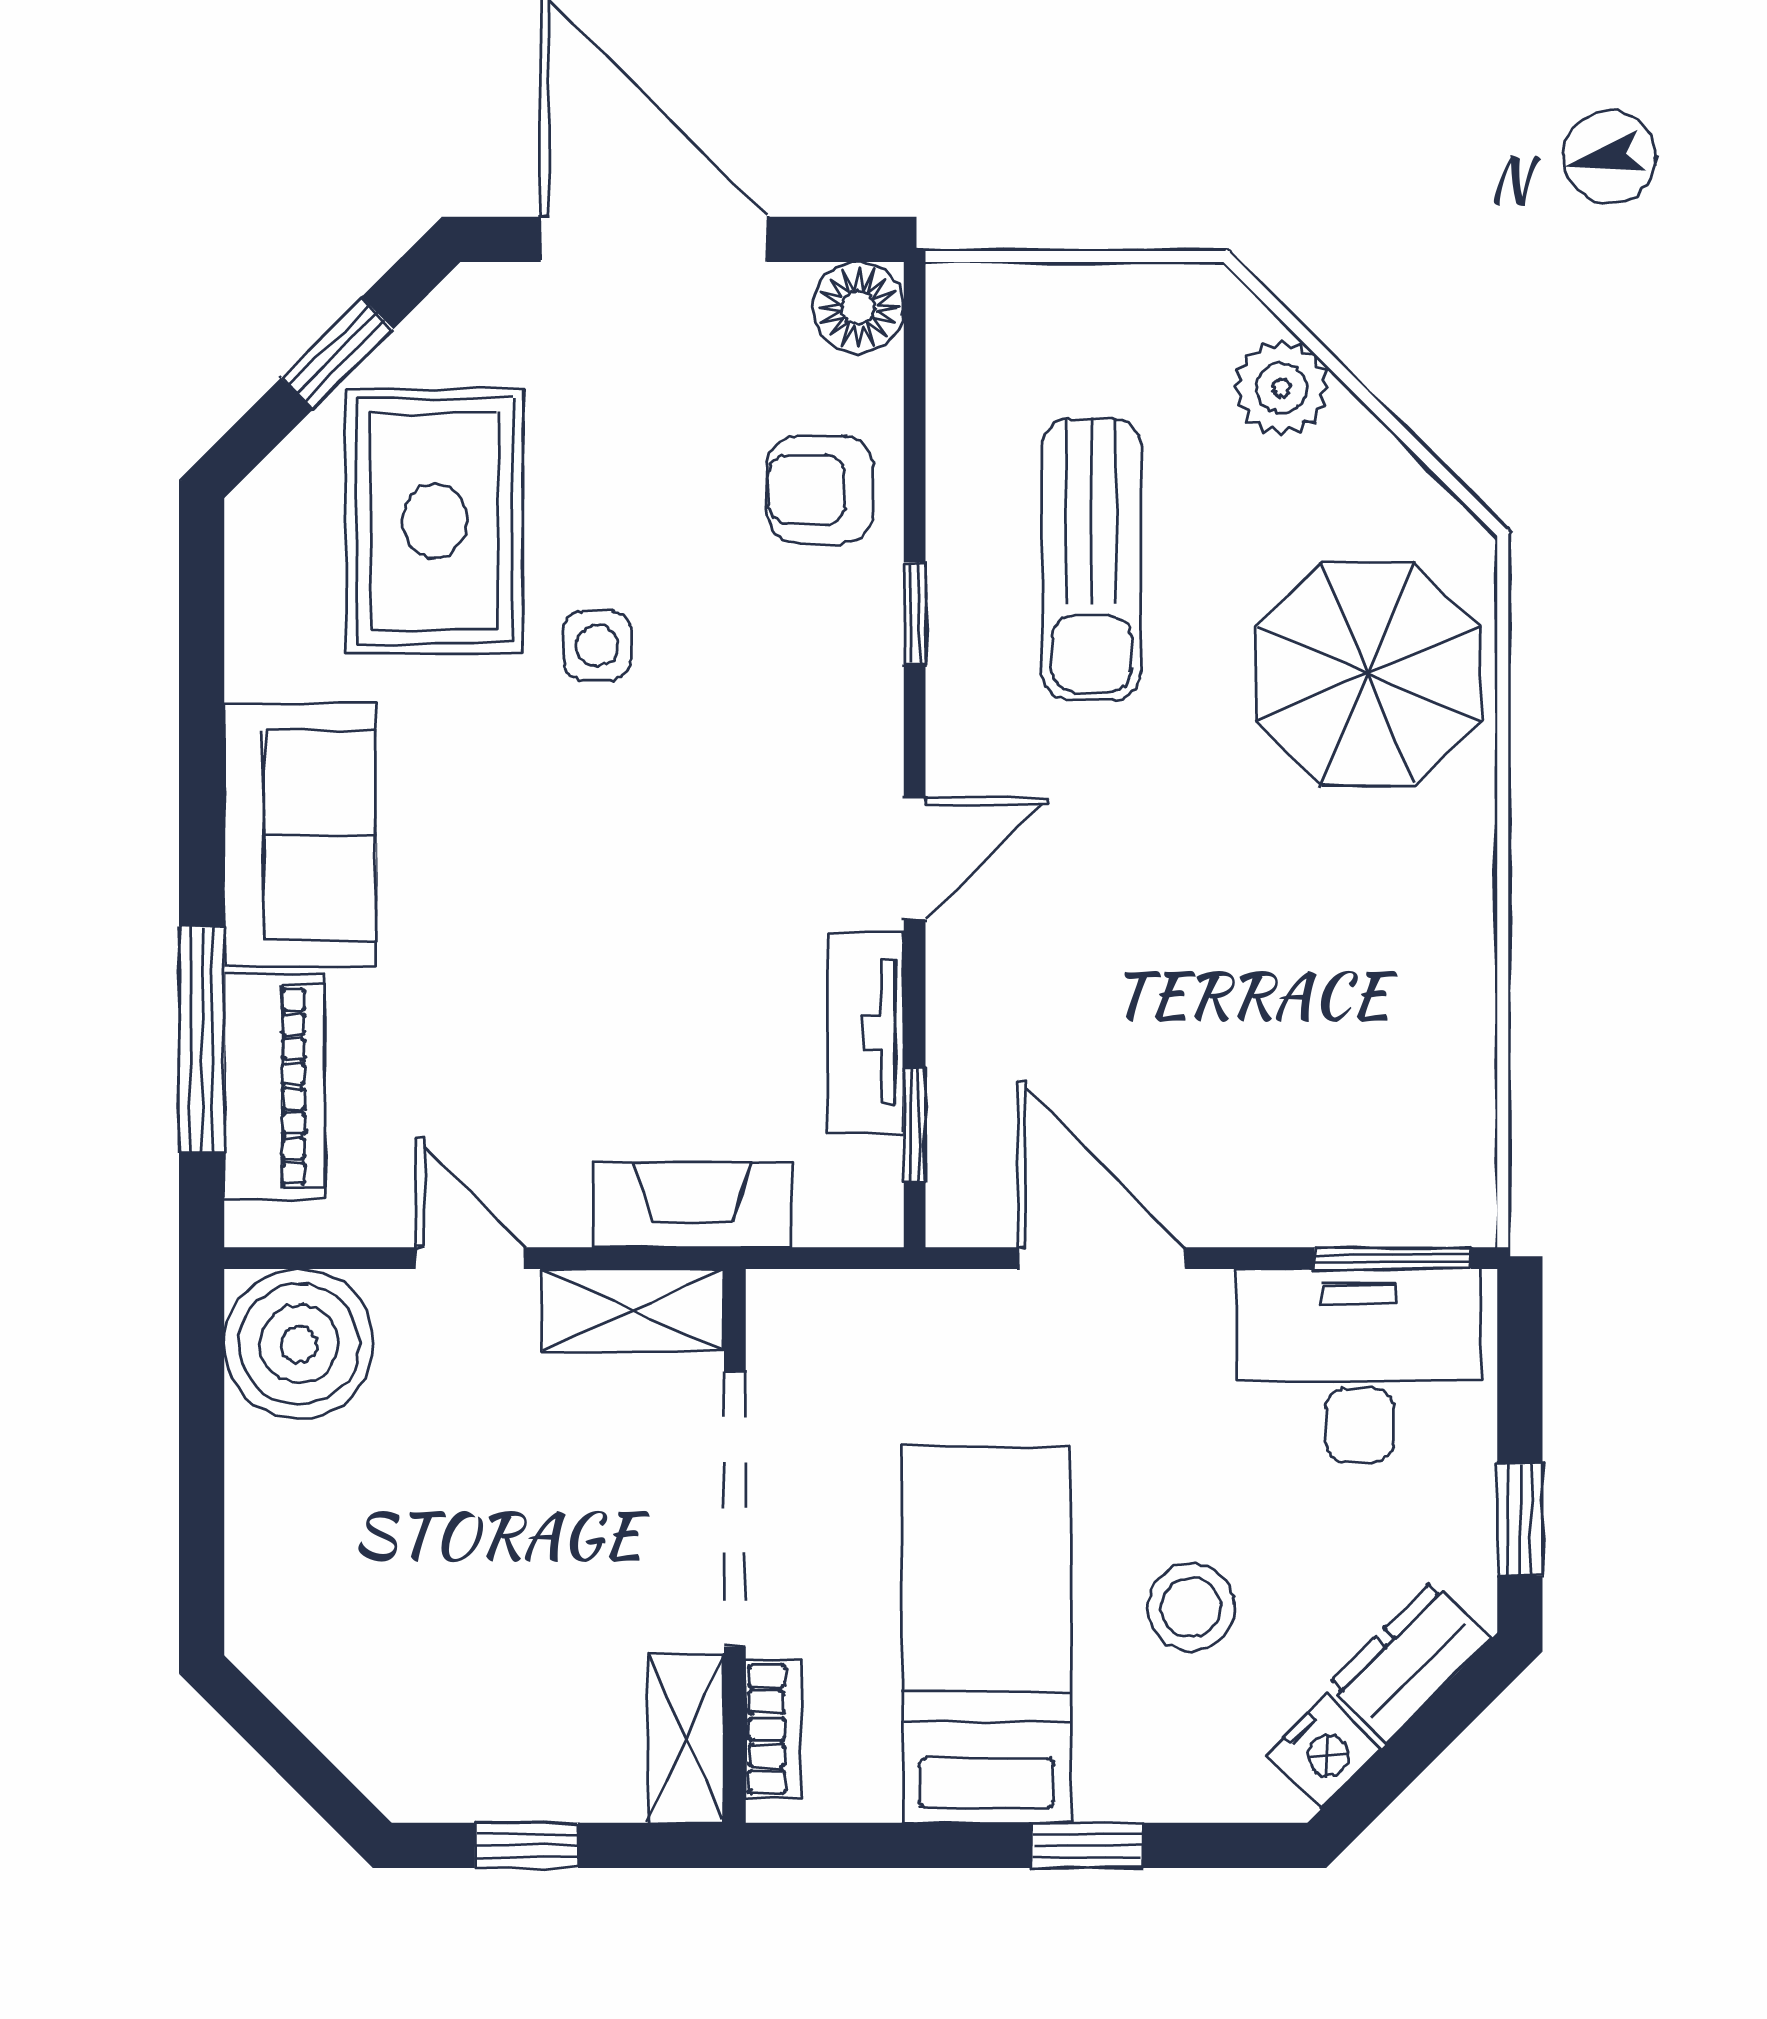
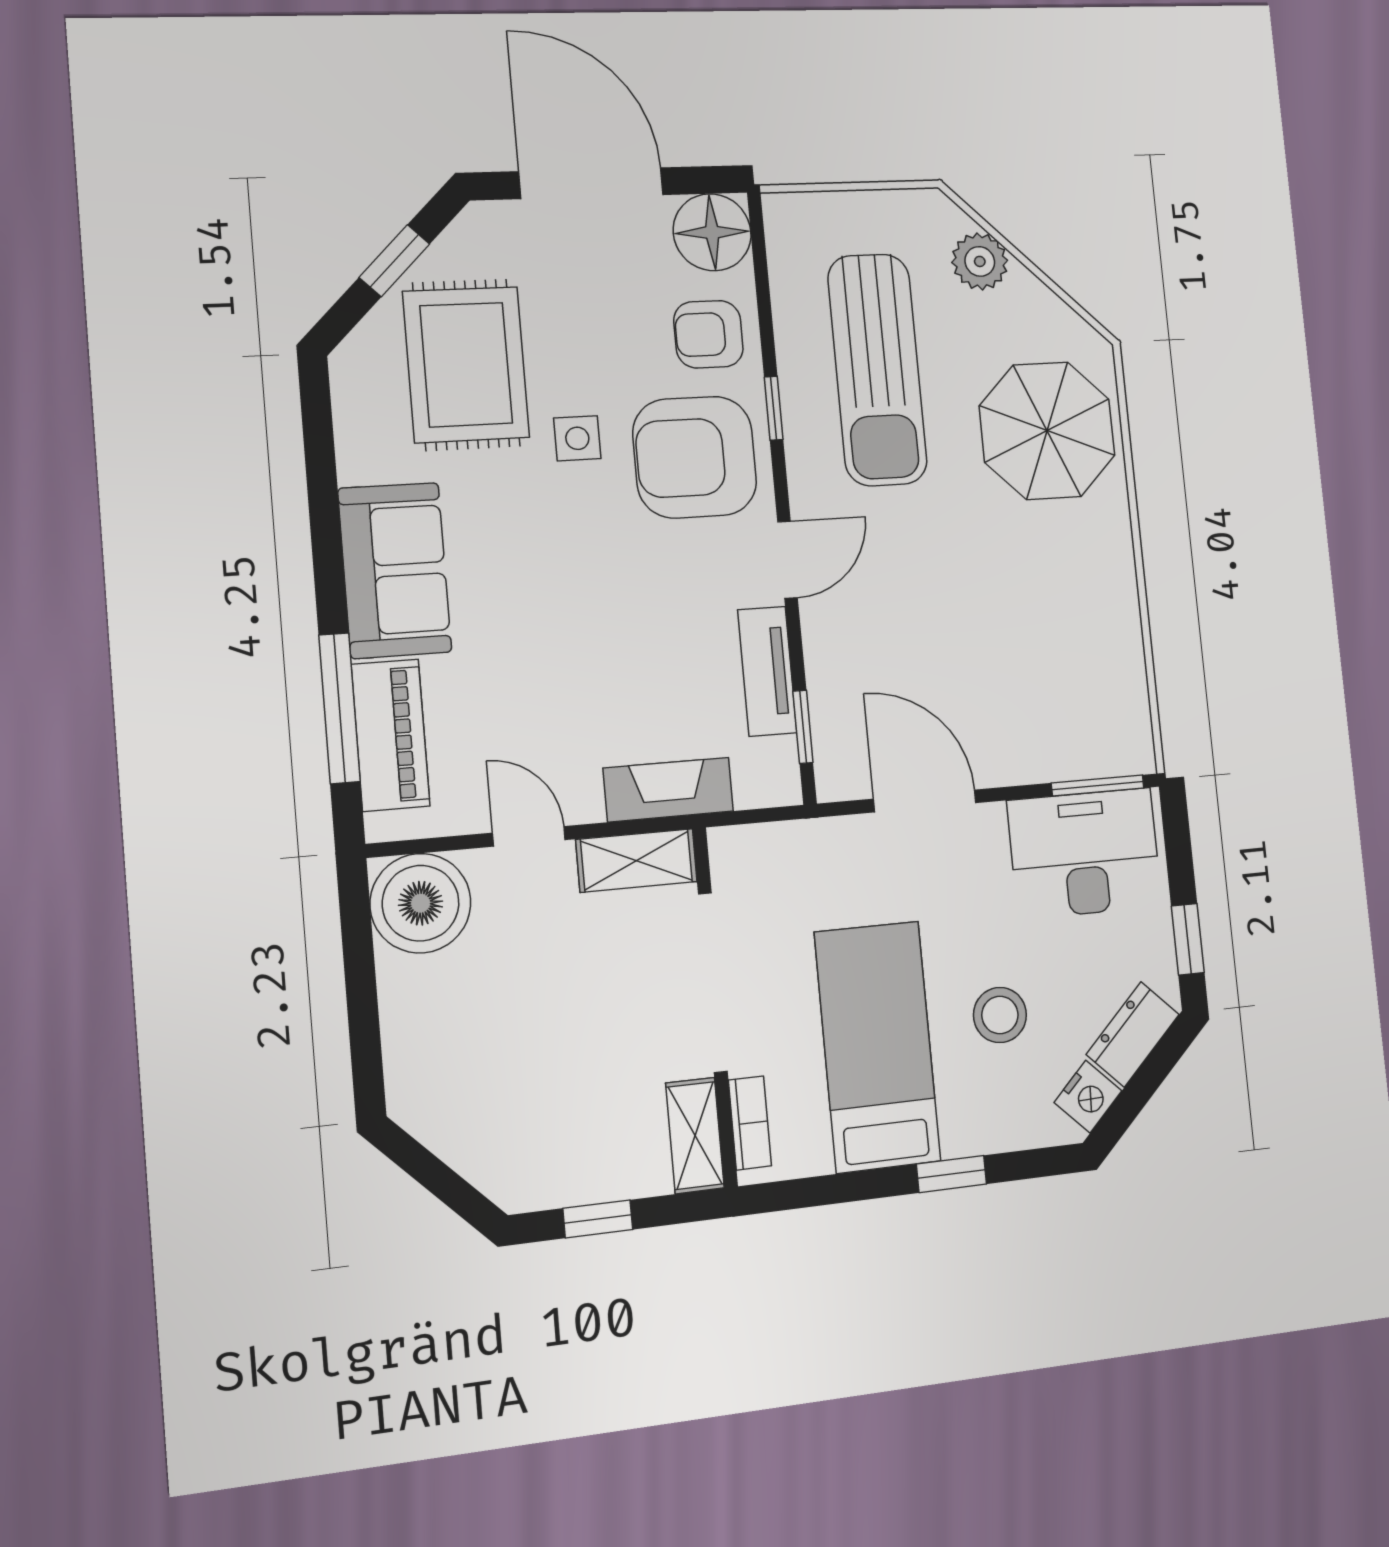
floor lamp: (858, 308) -> (712, 232), width x1.38, depth x1.38
sun lounger: (1091, 559) -> (877, 370), width x1.36, depth x1.34
armchair: (780, 686) -> (695, 457), added

